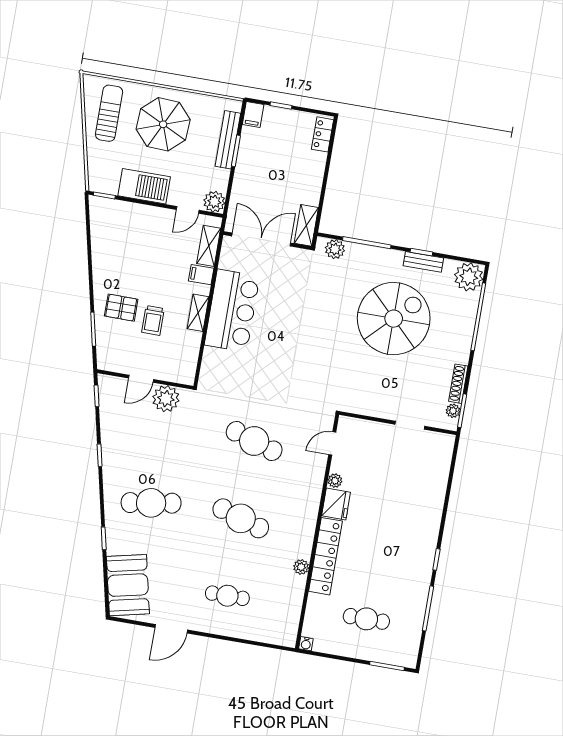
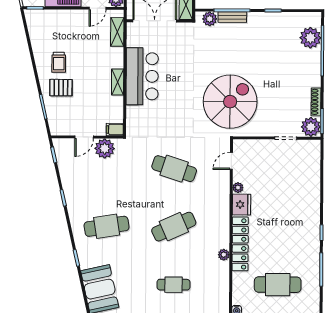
bench: (423, 262) -> (232, 17), moved
filing cabinet: (201, 275) -> (115, 130), moved
plant: (469, 277) -> (310, 38), moved
spiral stairs: (394, 319) -> (230, 102), moved
trolley: (153, 320) -> (59, 62), moved
plant: (453, 411) -> (311, 127), width x1.88, depth x1.88
cafe table: (241, 518) -> (174, 227), turned -42
cafe table: (366, 619) -> (278, 285), width x1.37, depth x1.35

